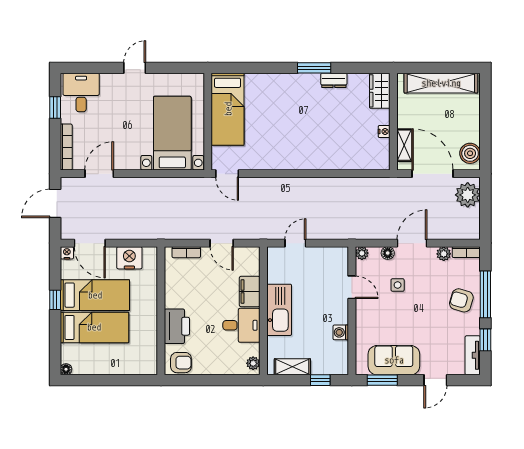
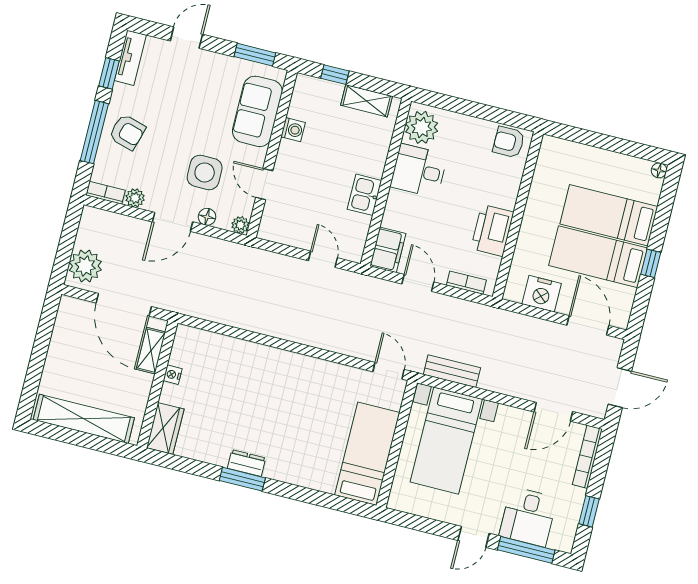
window: (94, 68) -> (526, 550), added
dresser: (334, 80) -> (247, 463), moved
desk: (81, 92) -> (528, 517), moved
boiler: (470, 153) -> (69, 319), removed
bench: (181, 185) -> (452, 371), added
door: (295, 243) -> (323, 259), swing flipped
nightstand: (67, 253) -> (620, 320), removed
side table: (398, 285) -> (205, 172), width x1.87, depth x1.87
filing cabinet: (250, 291) -> (388, 250), moved
kitchen sink: (279, 310) -> (364, 195), width x0.53, depth x0.81
printer: (177, 326) -> (492, 230), moved
sofa: (394, 360) -> (257, 111), moved, turned 90
plant: (253, 363) -> (422, 127), width x1.88, depth x1.88

